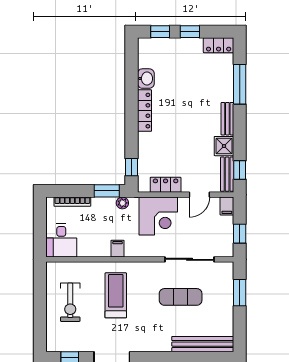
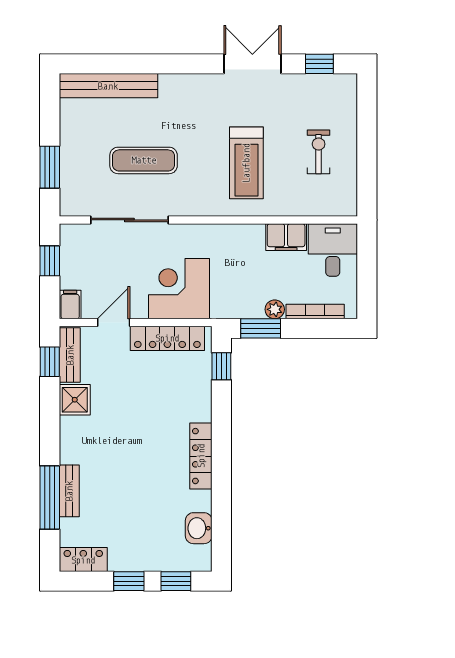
washbasin: (146, 79) -> (199, 528), moved
bench: (227, 119) -> (69, 491), moved
locker: (166, 185) -> (167, 338), width x1.53
plant: (122, 203) -> (275, 309), moved
filing cabinet: (118, 249) -> (286, 237), moved, width x2.00
exercise bike: (70, 302) -> (319, 152), width x0.73, depth x0.72

